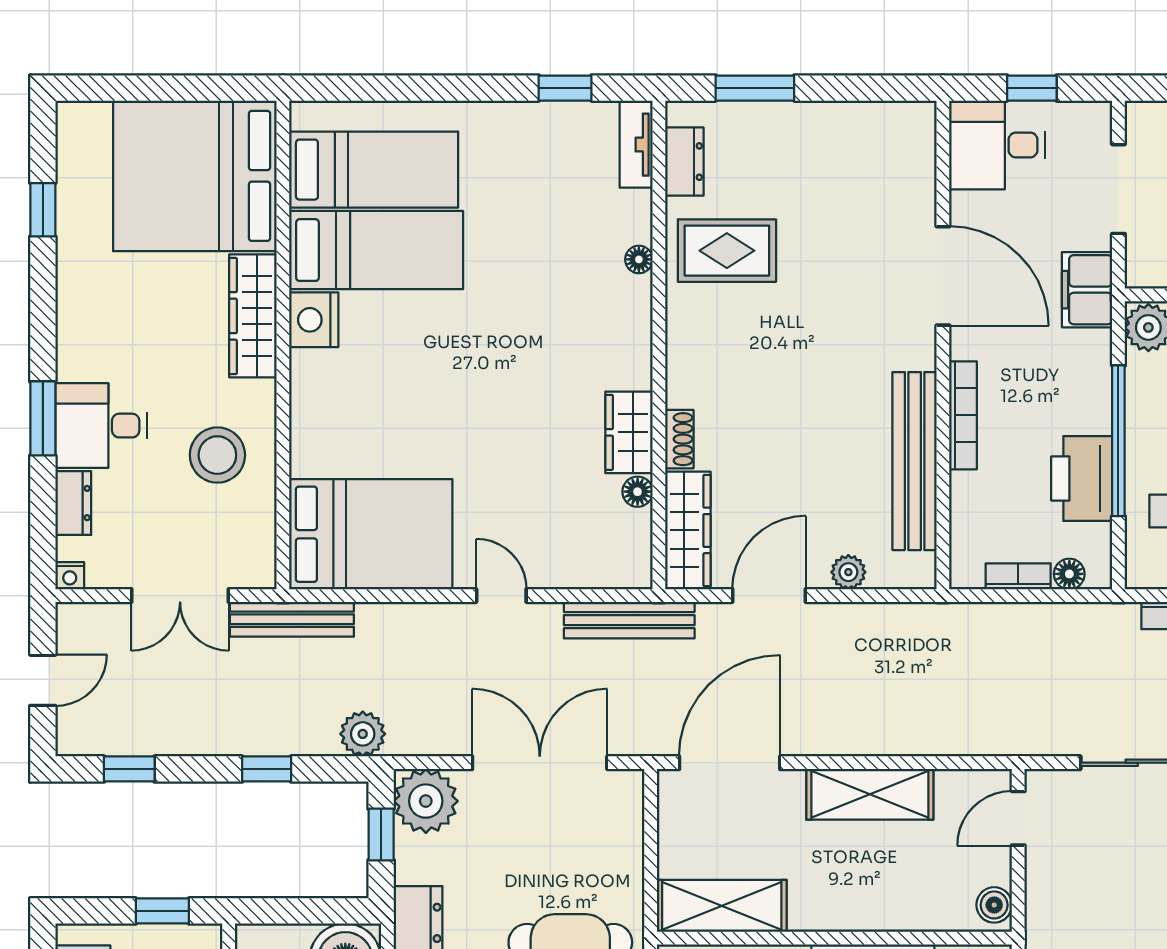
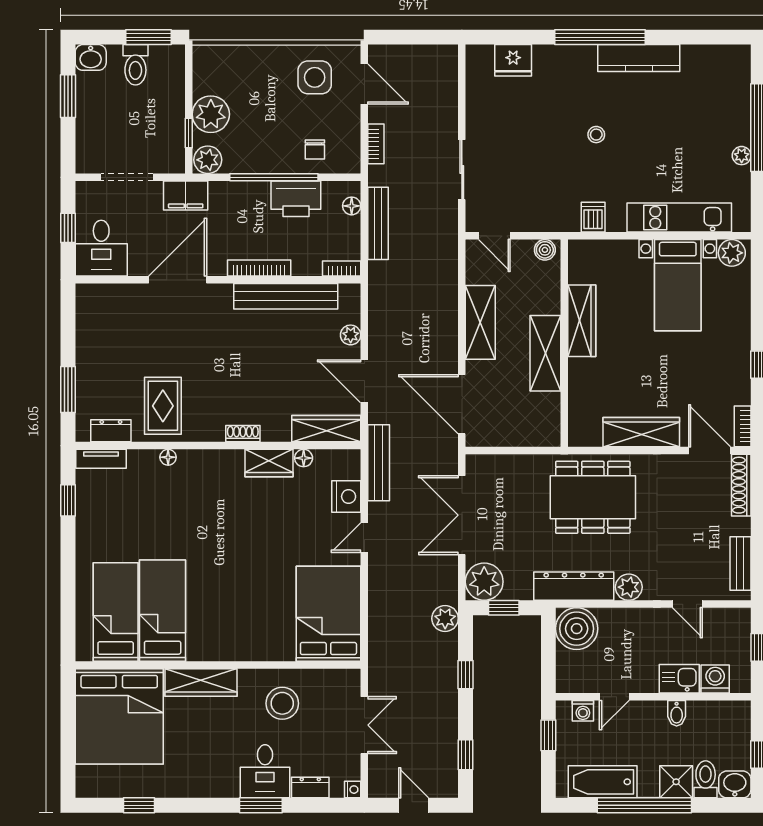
nightstand: (314, 320) -> (346, 496), moved, turned -90
shoe rack: (679, 439) -> (243, 434), moved
bookcase: (1018, 576) -> (342, 268), moved, turned 90
bench: (292, 619) -> (378, 223), moved
shelving: (722, 906) -> (545, 353), moved

